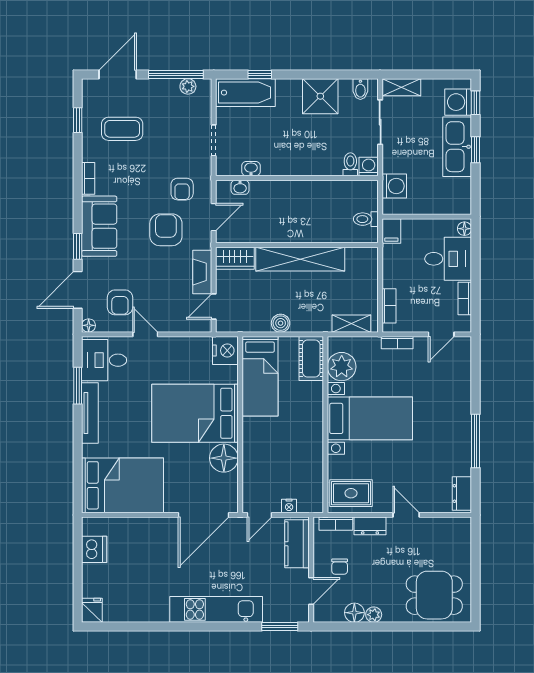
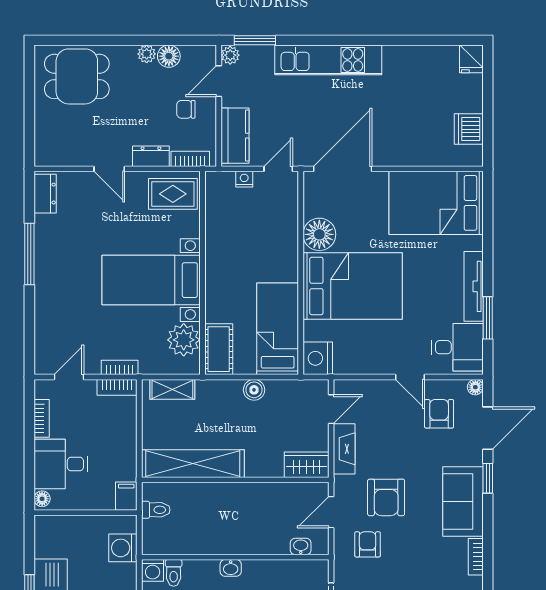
washbasin: (251, 169) -> (231, 568), moved
shelving: (300, 259) -> (193, 464), moved
bookcase: (389, 306) -> (117, 387), moved, turned -90
chair: (340, 567) -> (186, 109), turned -90
plant: (301, 614) -> (230, 55), added

